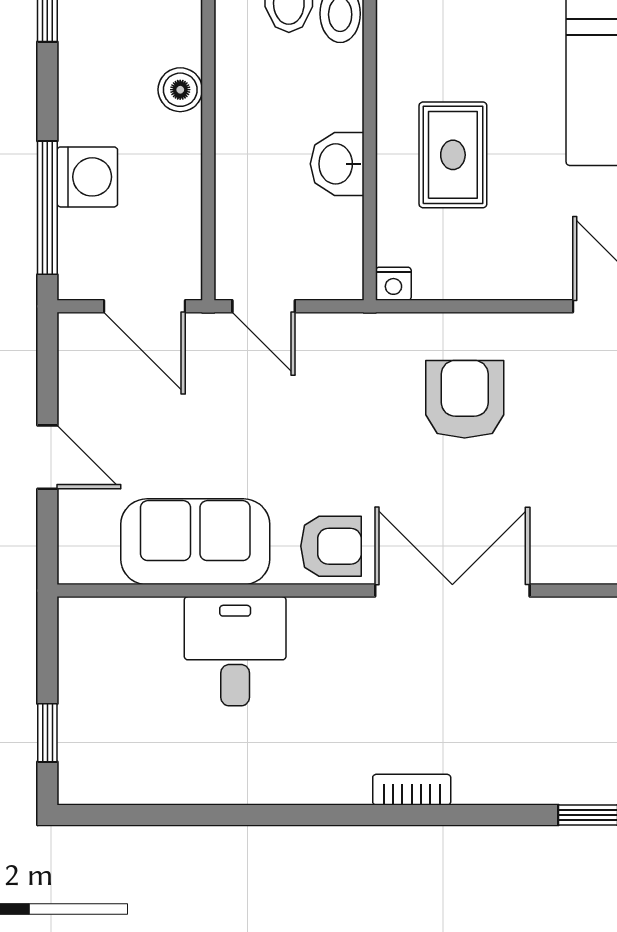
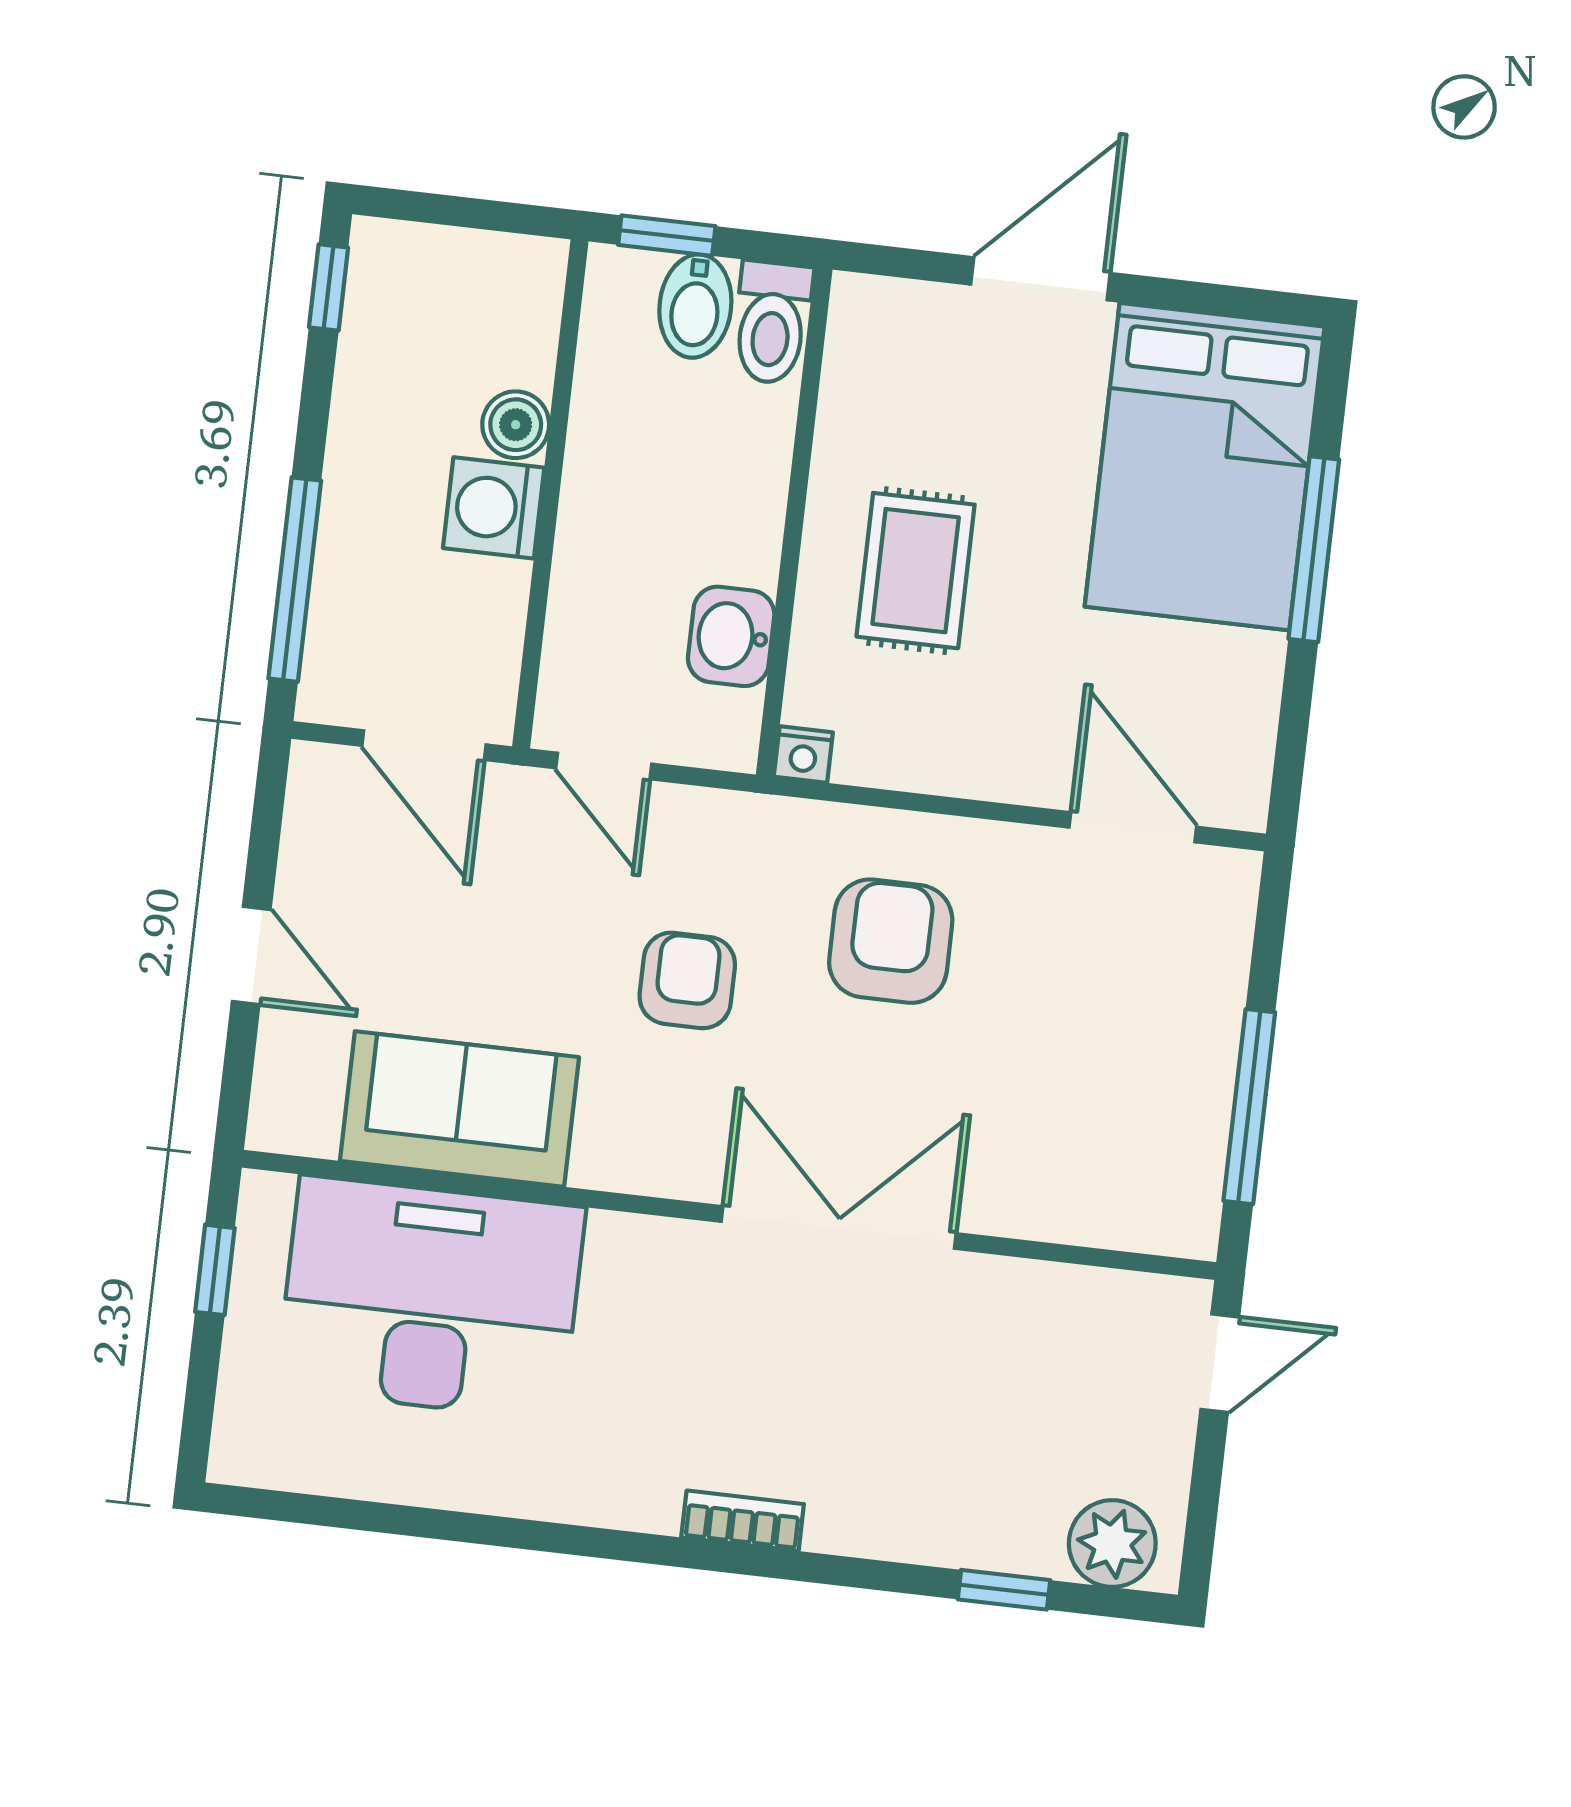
washbasin: (337, 164) -> (731, 636), moved
washing machine: (87, 177) -> (494, 508), moved, turned 180
armchair: (331, 546) -> (687, 980), moved, turned -90
desk: (235, 651) -> (431, 1298), width x1.87, depth x1.30
window: (47, 733) -> (215, 1270), moved

